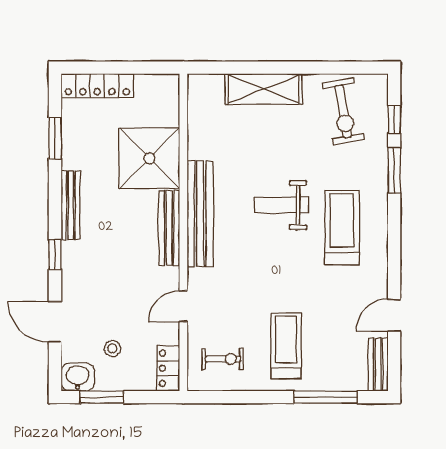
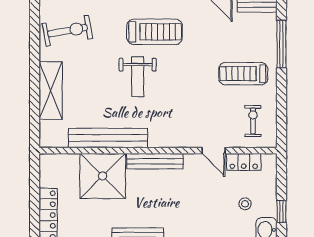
bench: (200, 214) -> (108, 138), moved
treadmill: (342, 228) -> (155, 32), turned 180
locker: (168, 368) -> (244, 162), moved
window: (102, 397) -> (282, 212), width x0.67

